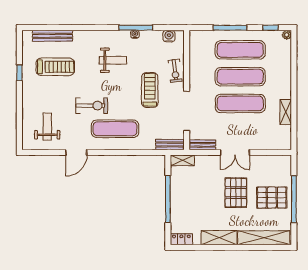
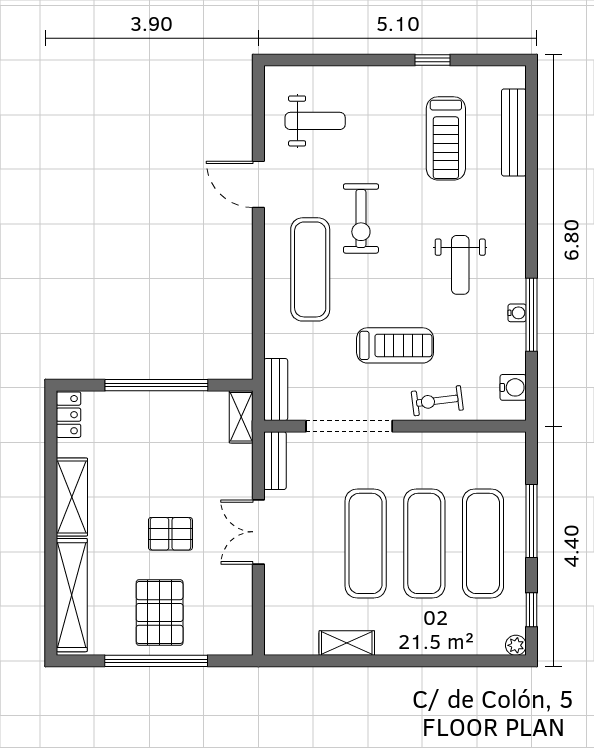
pallet: (236, 193) -> (170, 534), width x0.67, depth x0.71

